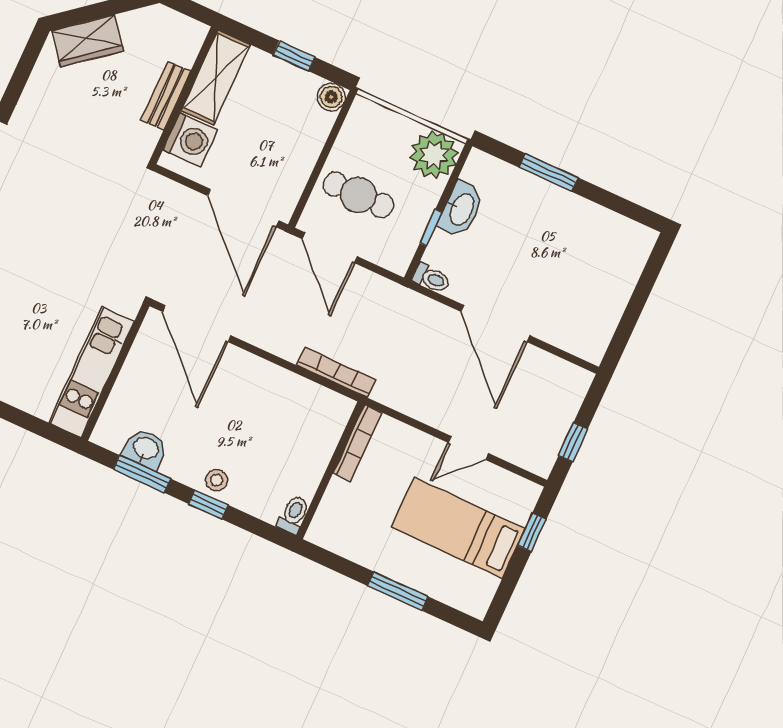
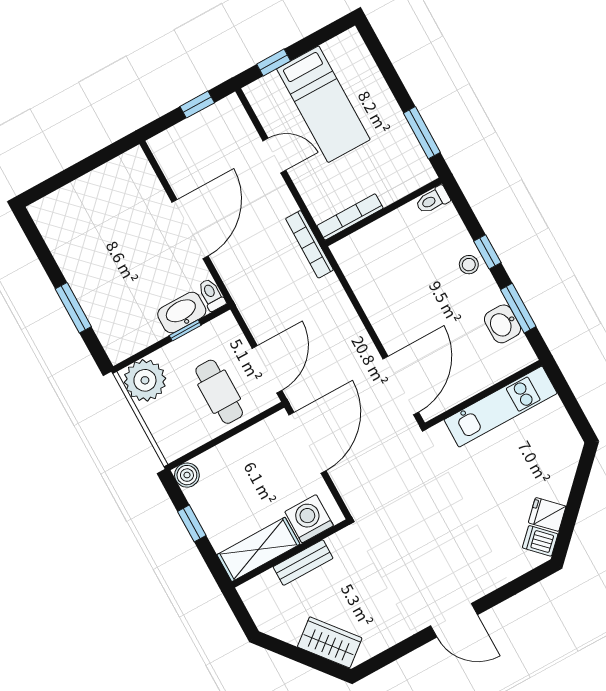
washbasin: (461, 209) -> (182, 313), moved
bookcase: (336, 372) -> (309, 244), moved
window: (398, 591) -> (422, 133), moved

